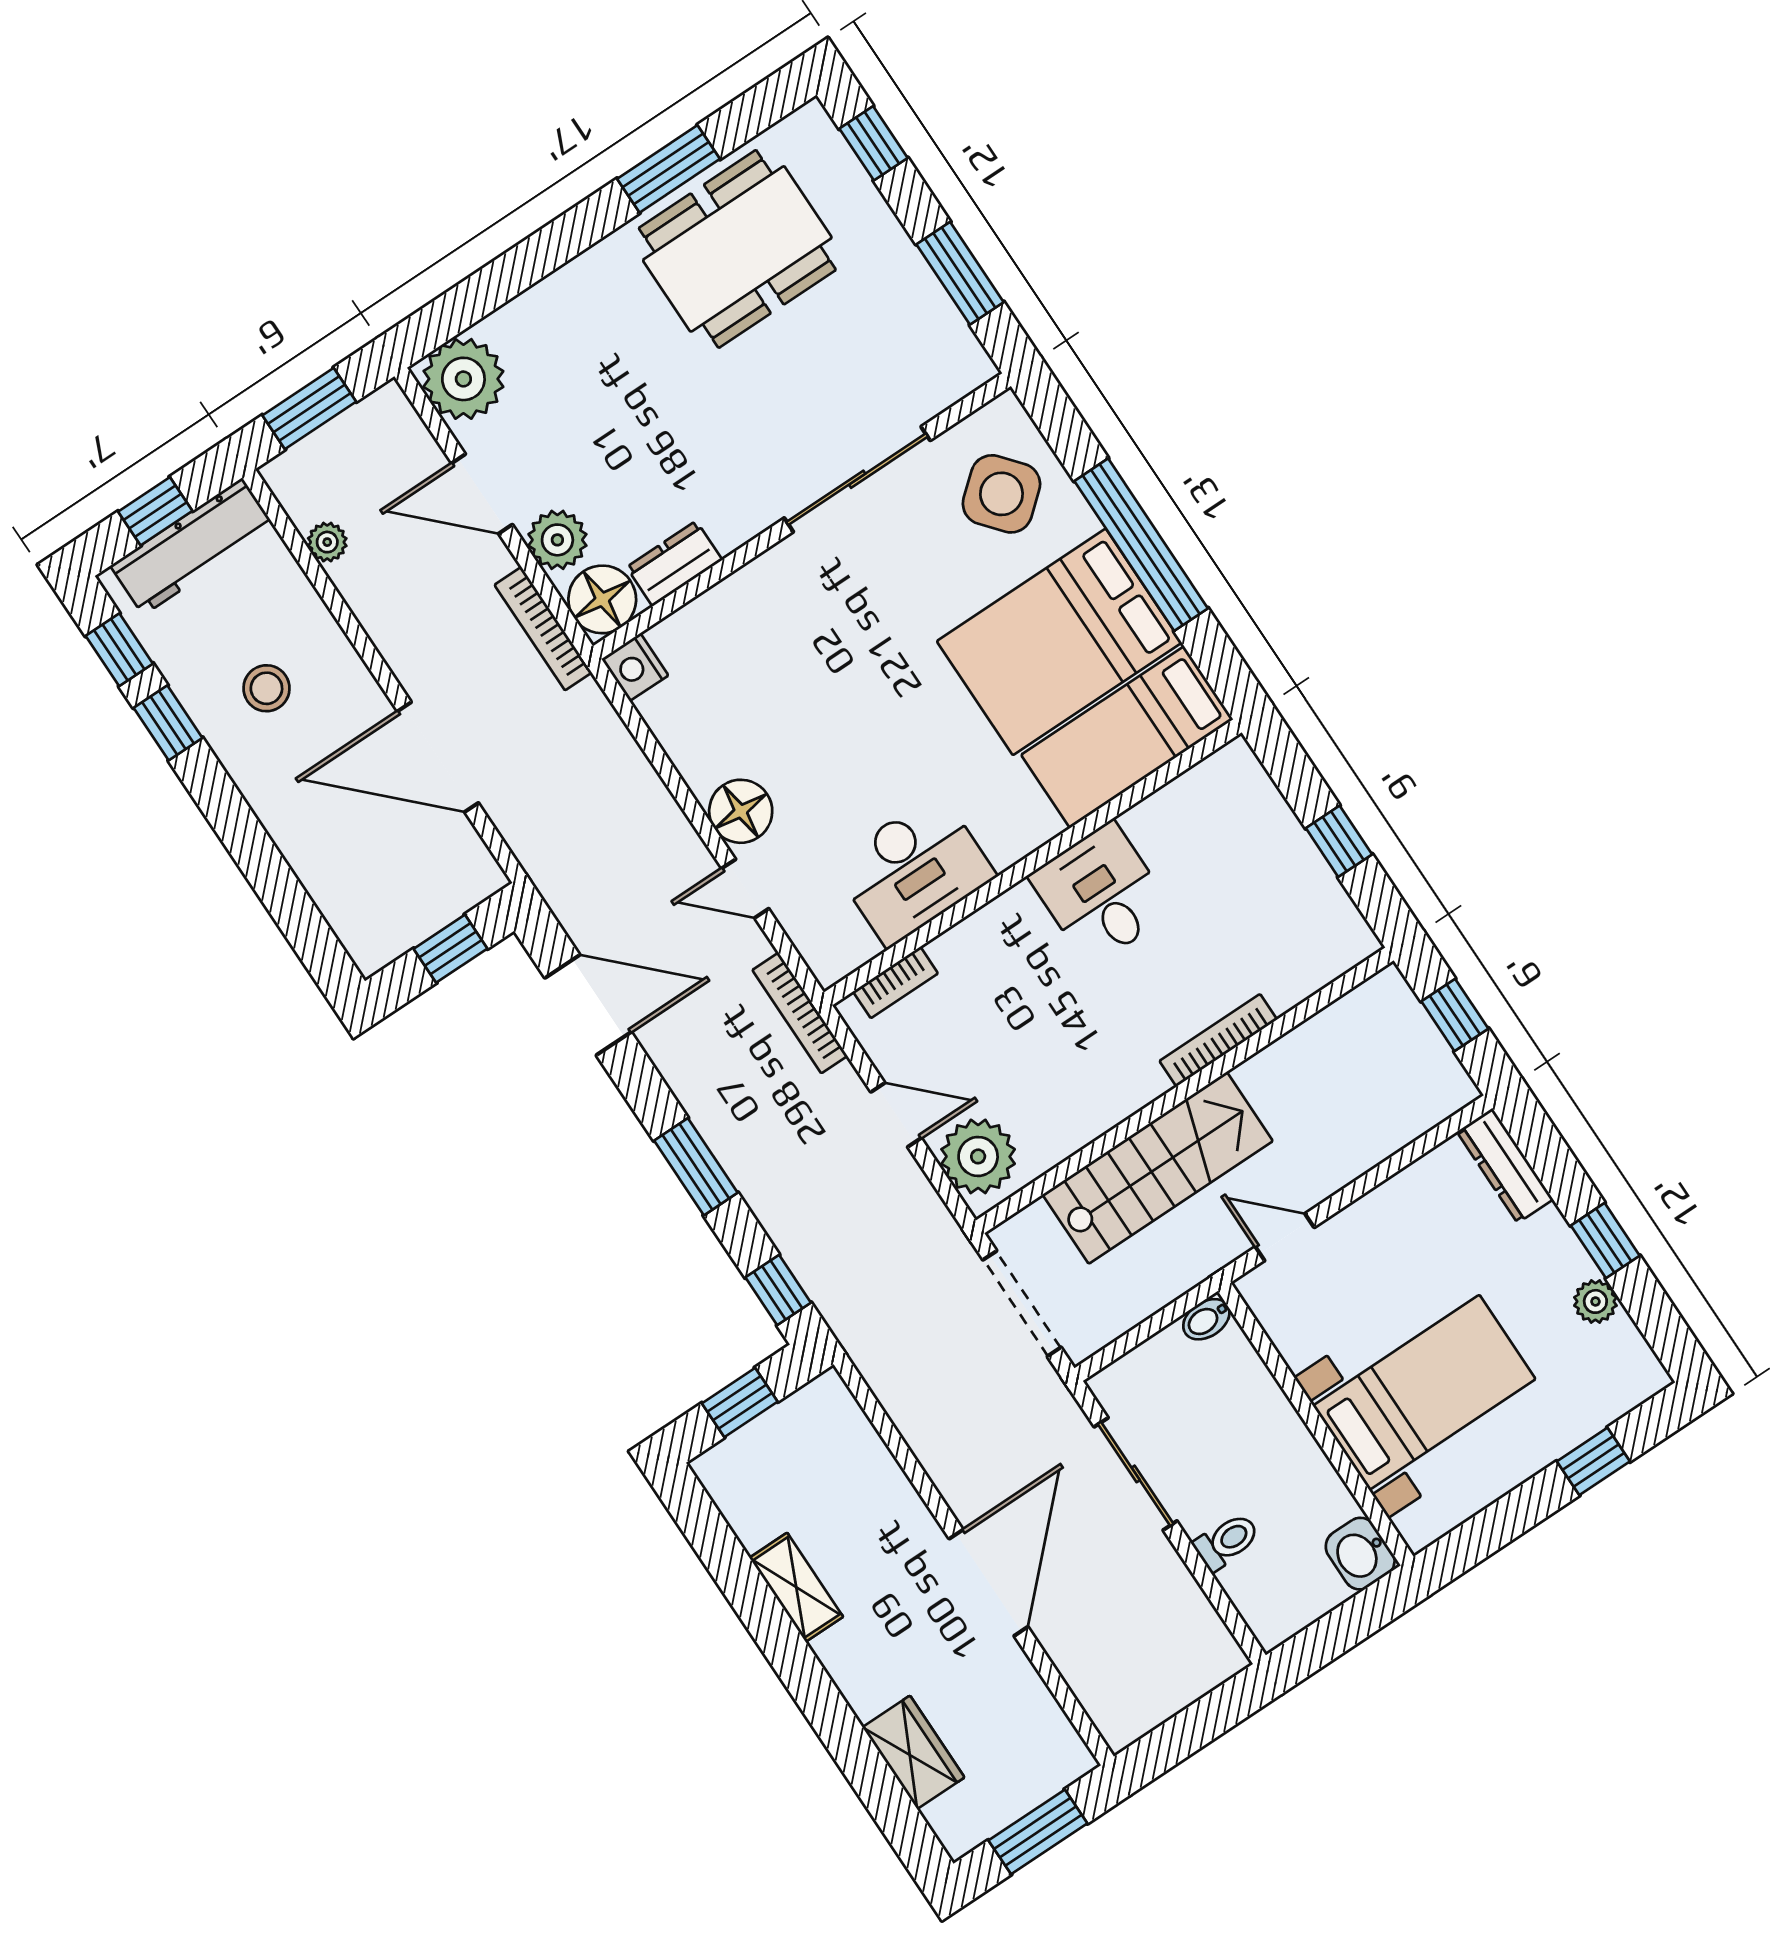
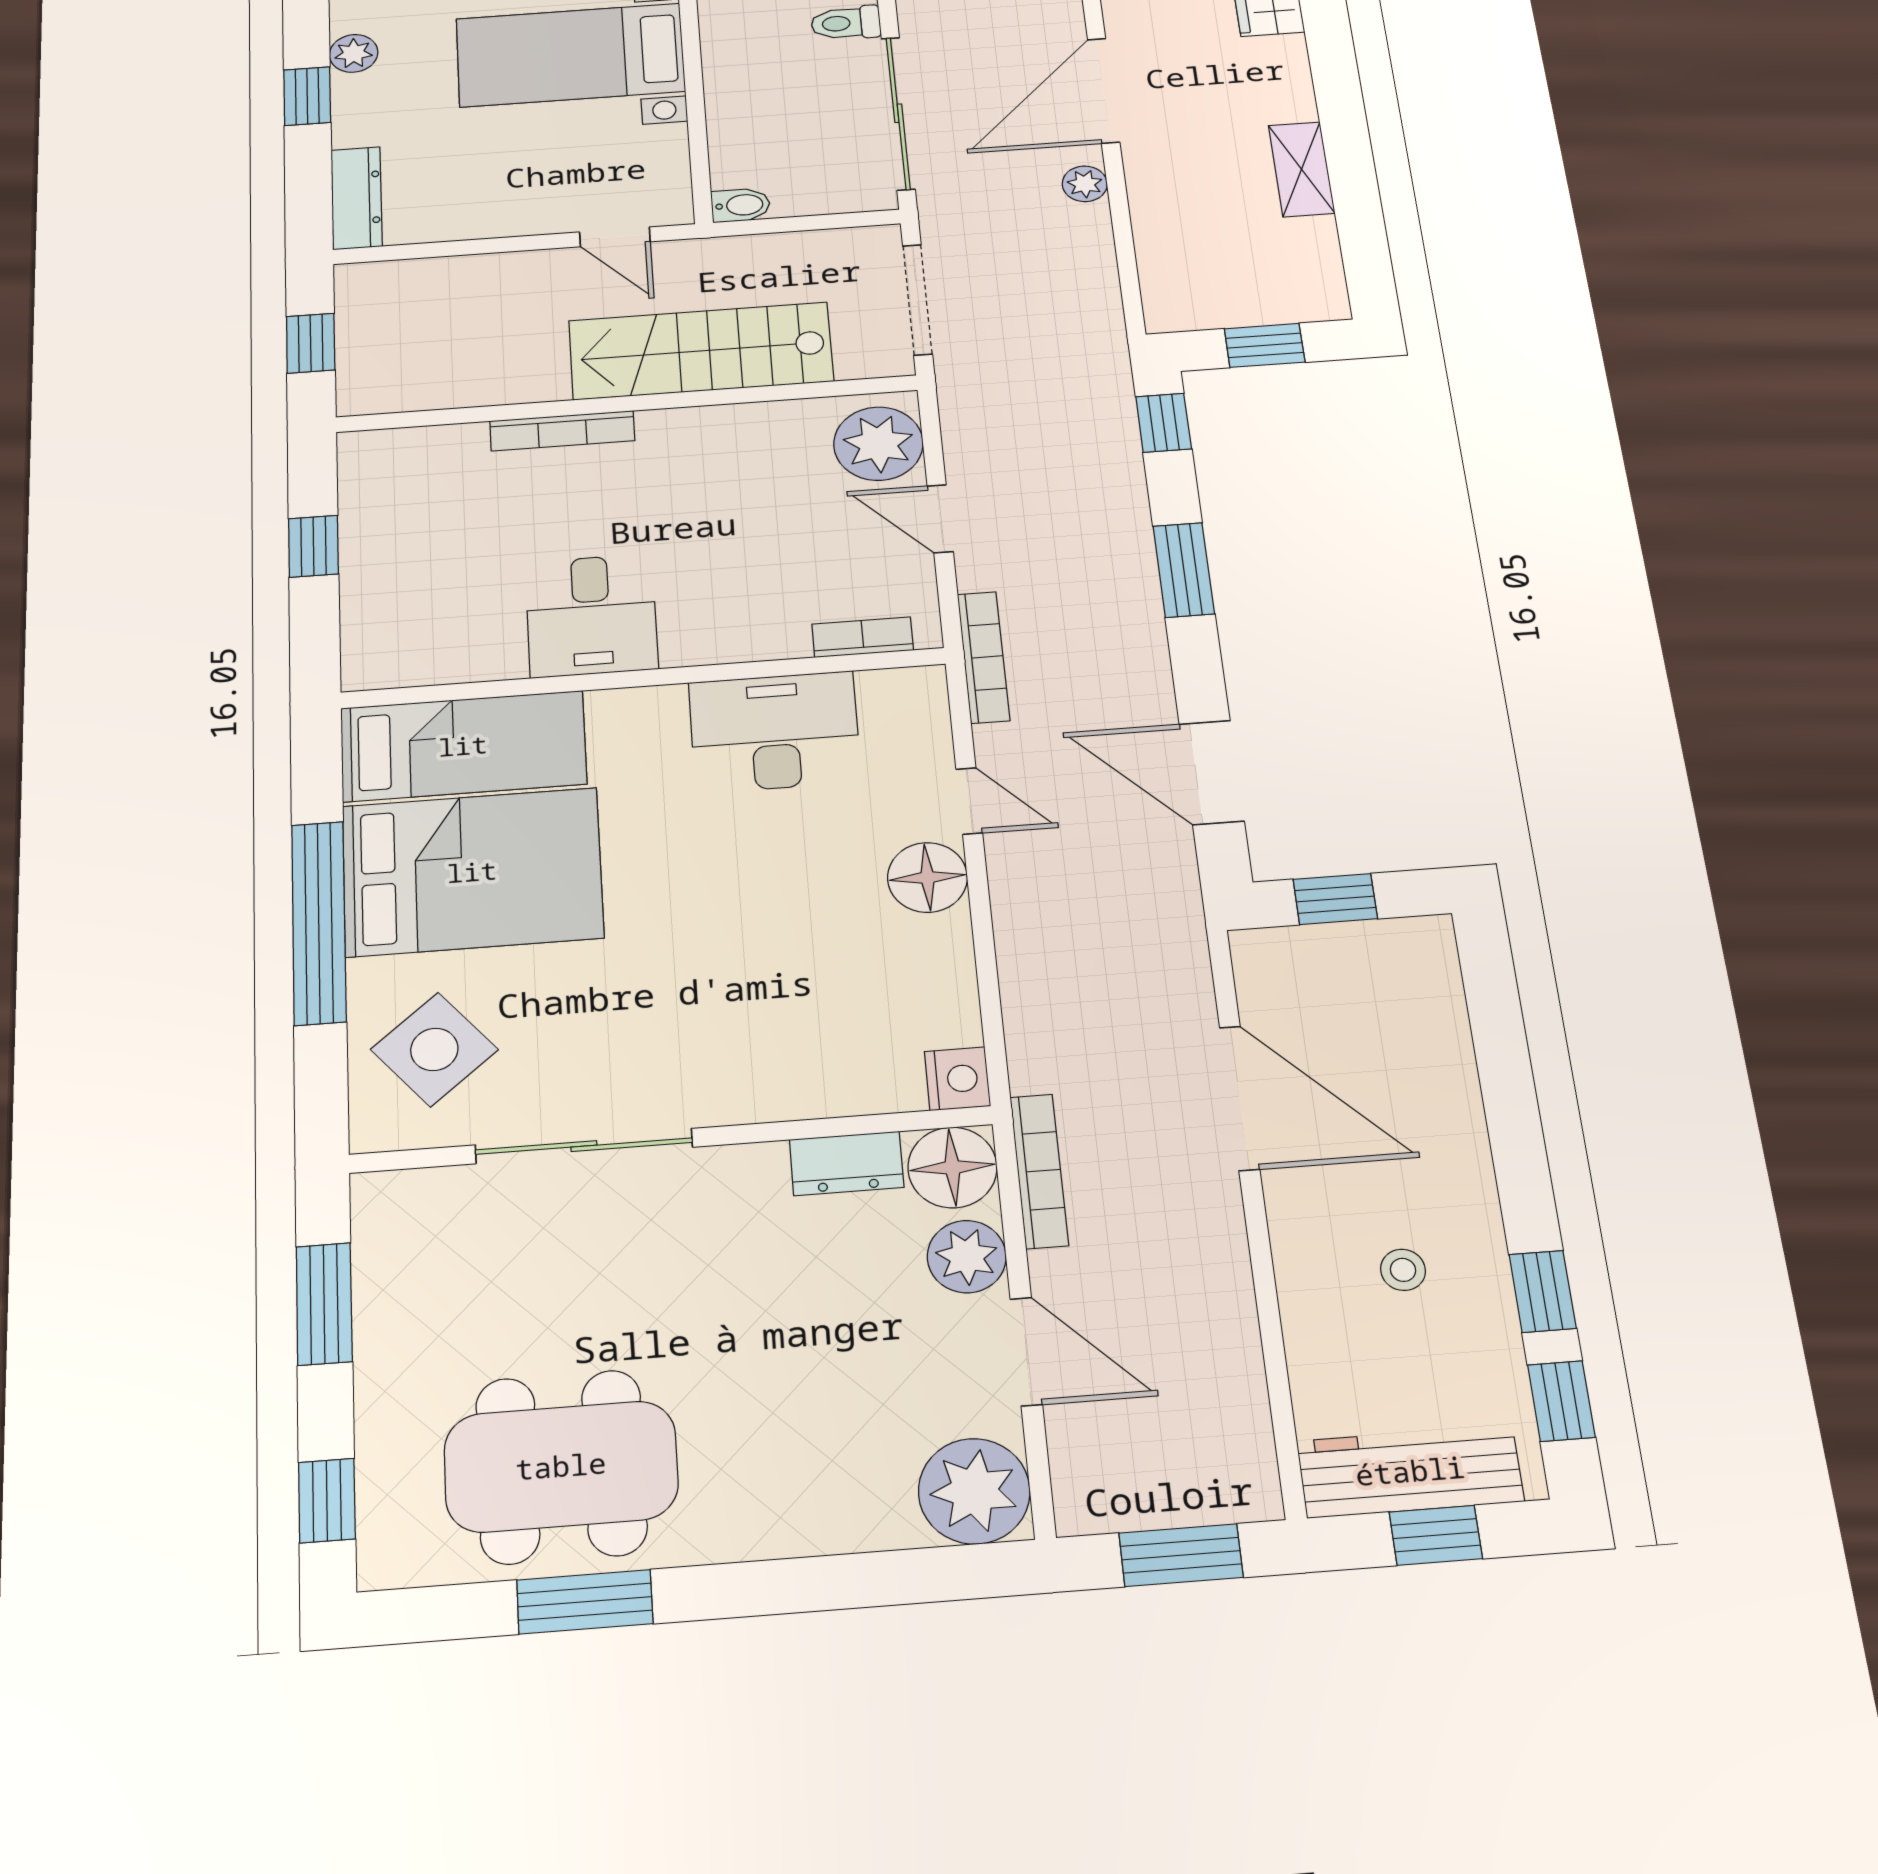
plant: (327, 542) -> (1085, 184), moved
stool: (266, 688) -> (1403, 1270), width x0.73, depth x0.73
sliding door: (1136, 1474) -> (898, 113), width x1.37

